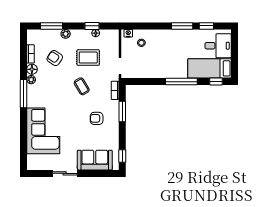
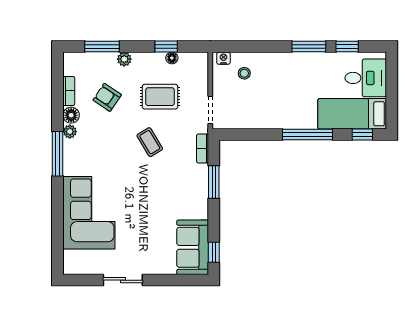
armchair: (97, 118) -> (173, 193), removed
sofa: (95, 160) -> (193, 247), moved, turned -90

